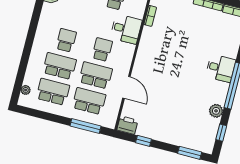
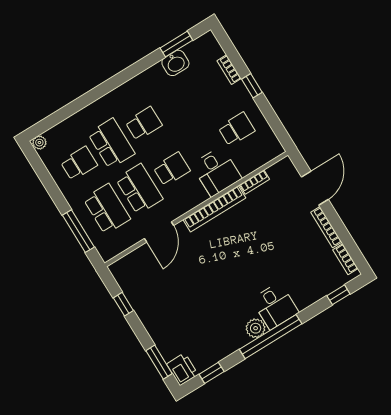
bookcase: (143, 49) -> (214, 209), added
plant: (26, 90) -> (39, 143), moved
school desk: (53, 92) -> (79, 163), width x0.54
plant: (216, 111) -> (256, 328), moved
printer: (127, 125) -> (182, 369), moved

